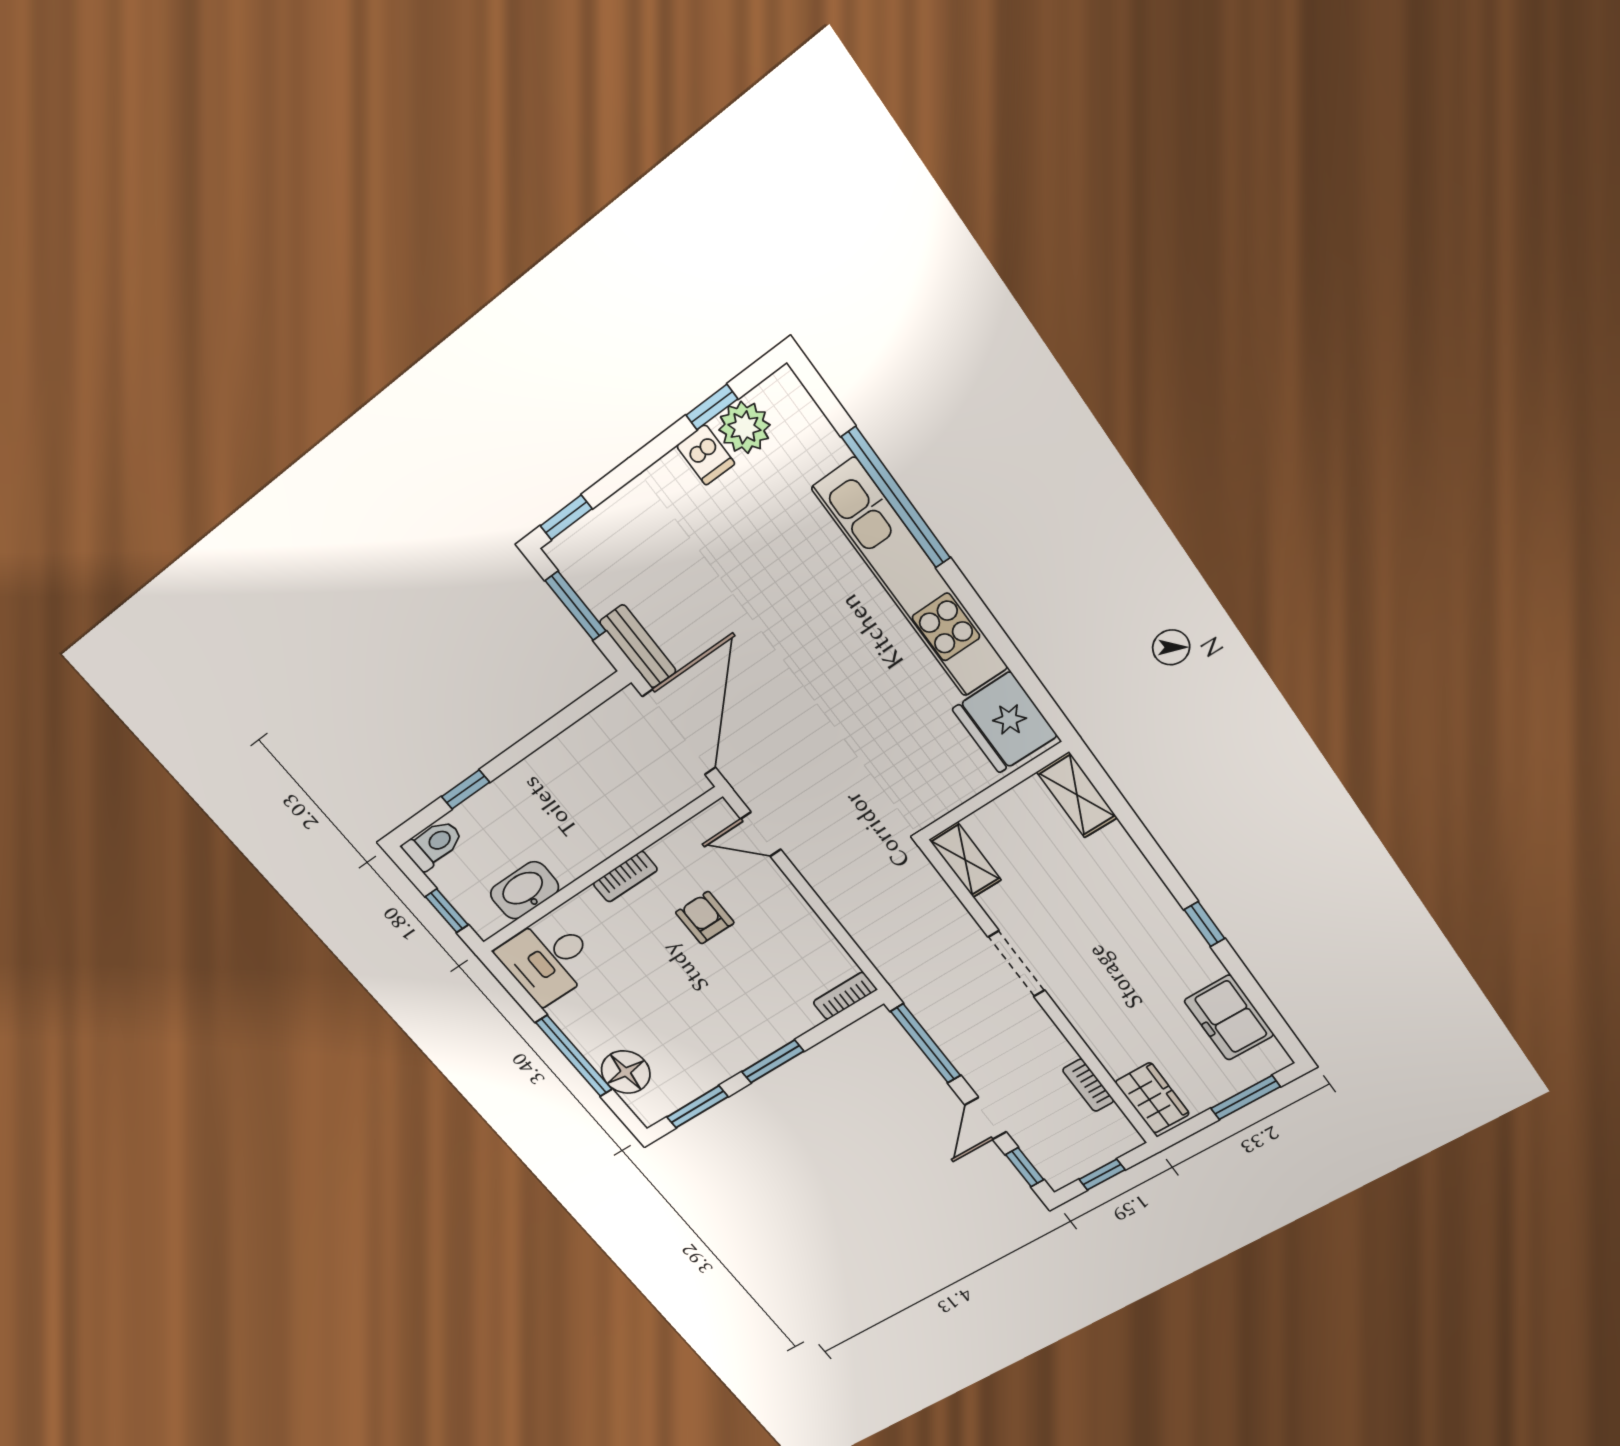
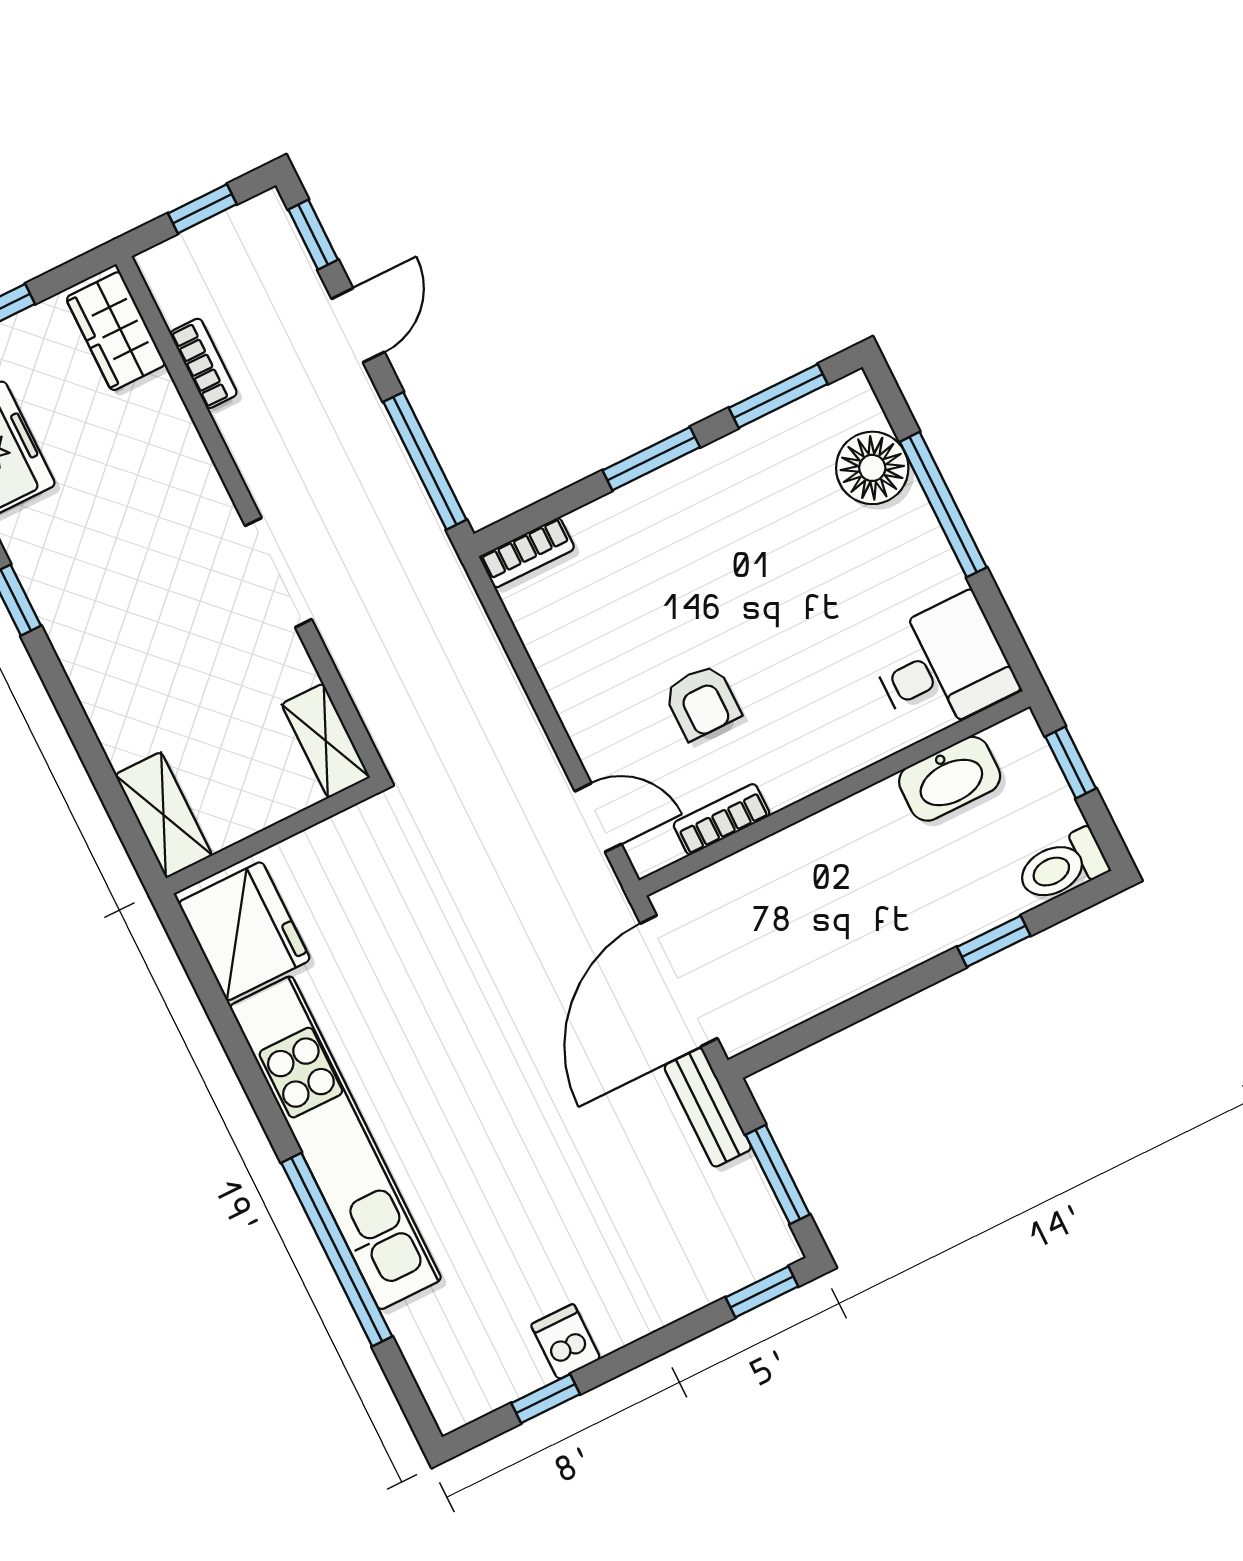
plant: (744, 427) -> (510, 1367), removed
bookcase: (625, 877) -> (722, 819), moved

